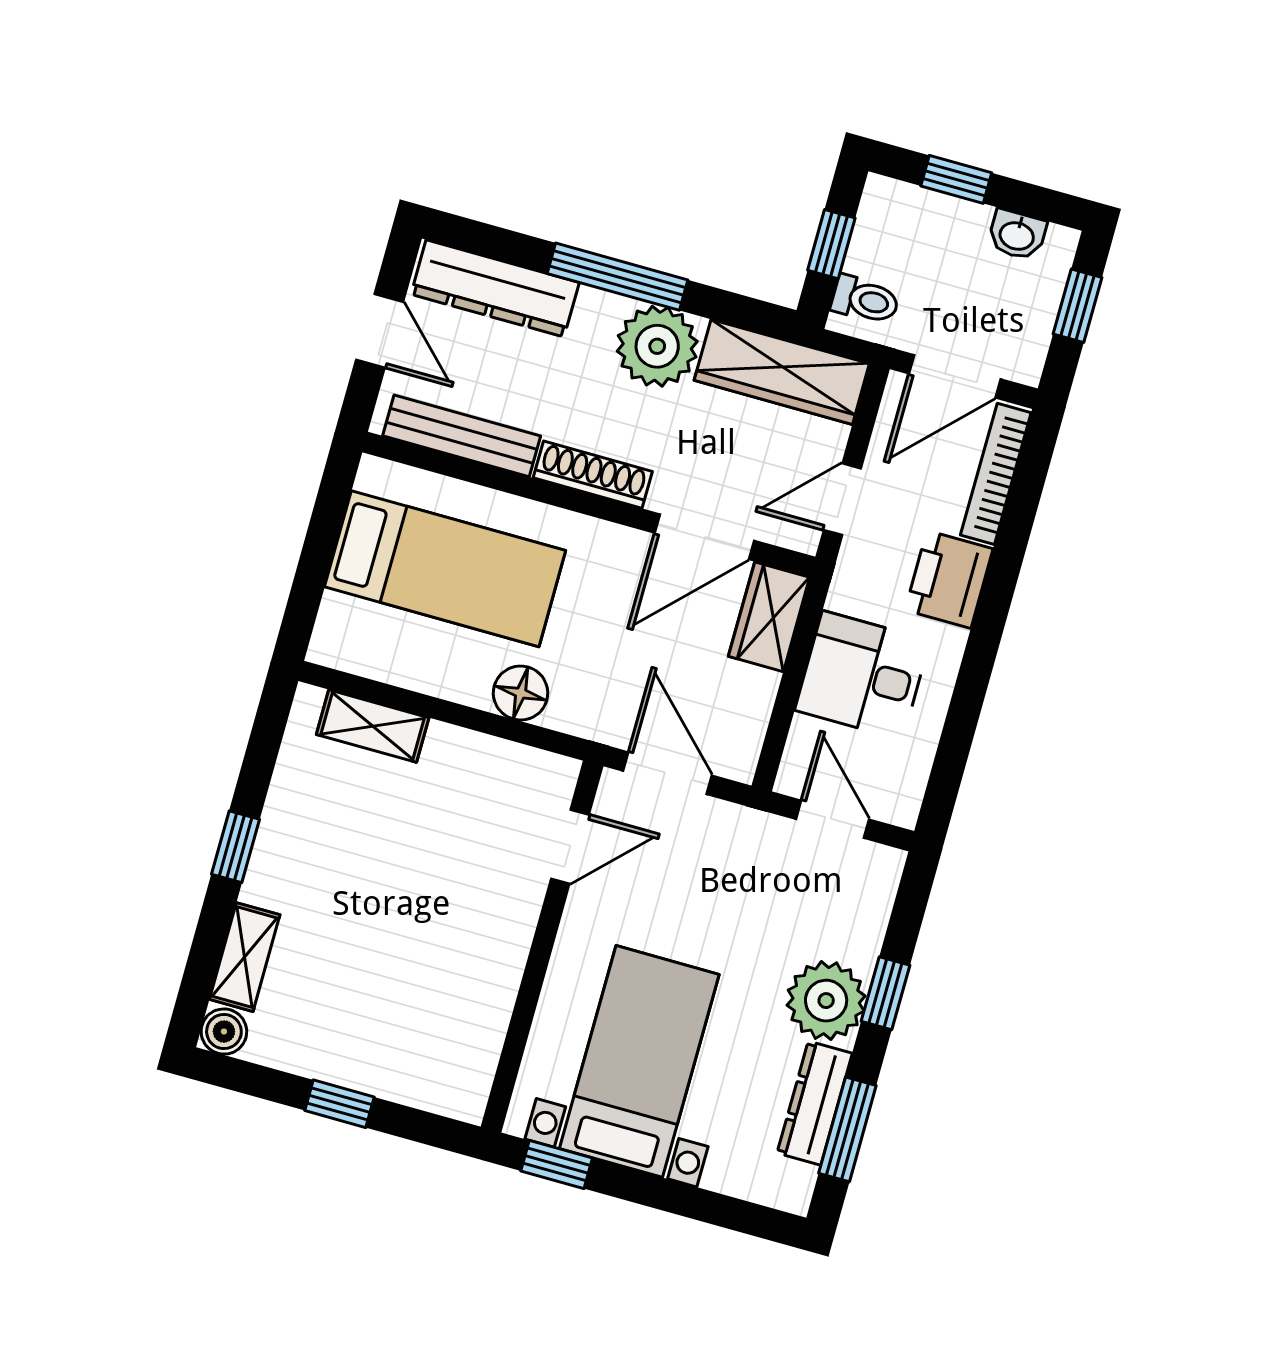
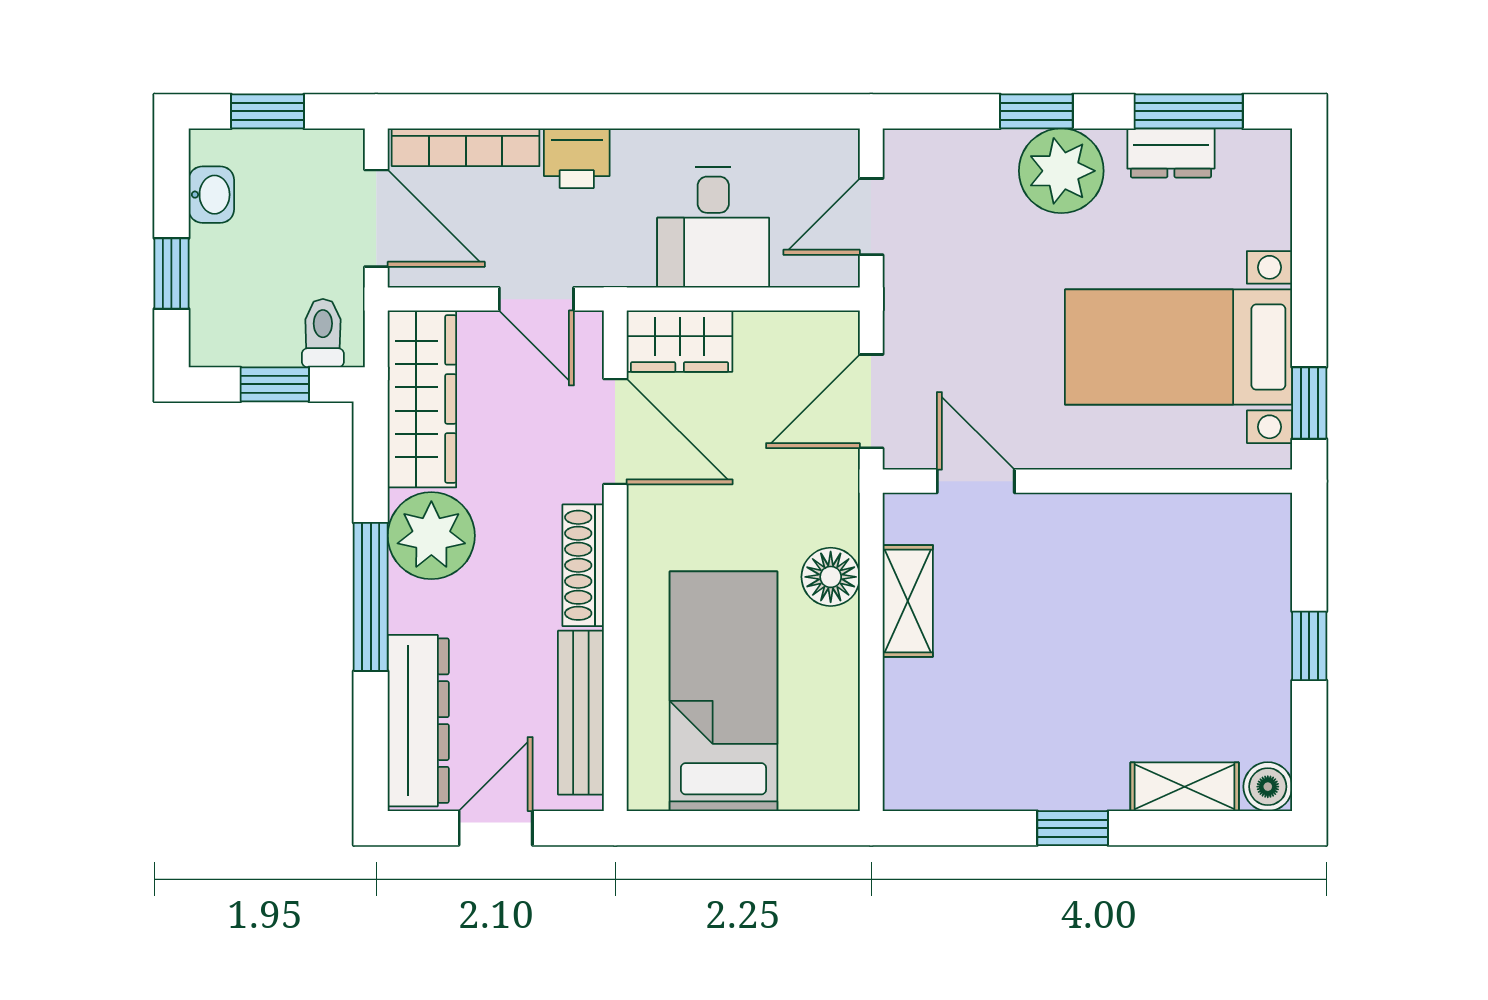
printer: (949, 579) -> (577, 158), width x0.73, depth x0.81
shelving: (373, 726) -> (908, 601), moved
dresser: (815, 1103) -> (1171, 153), width x0.70

